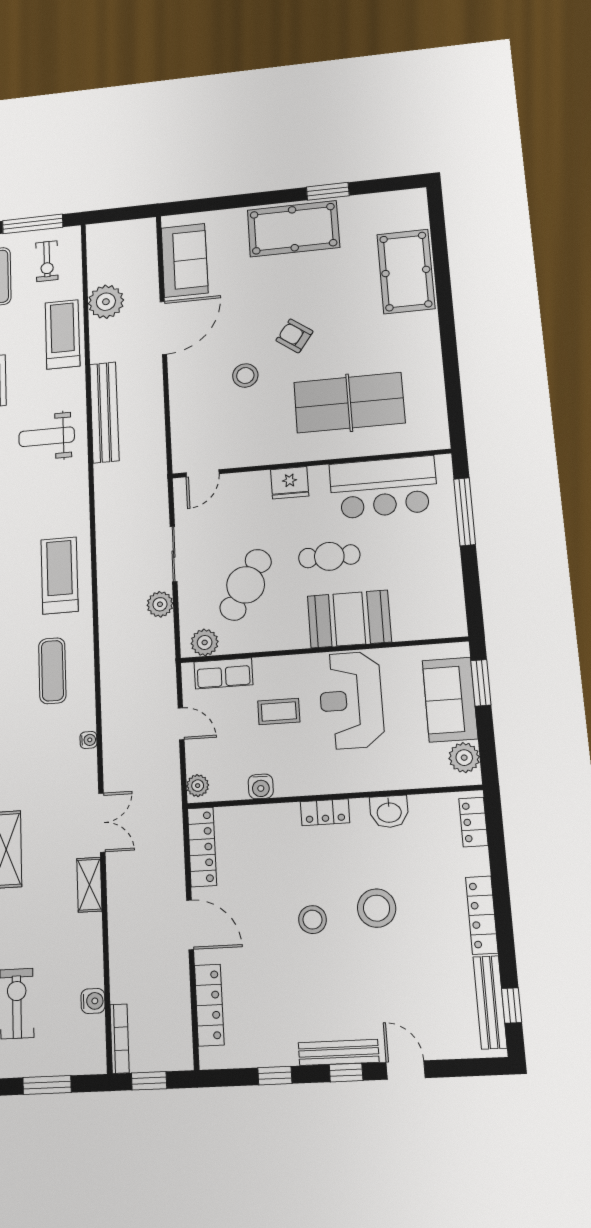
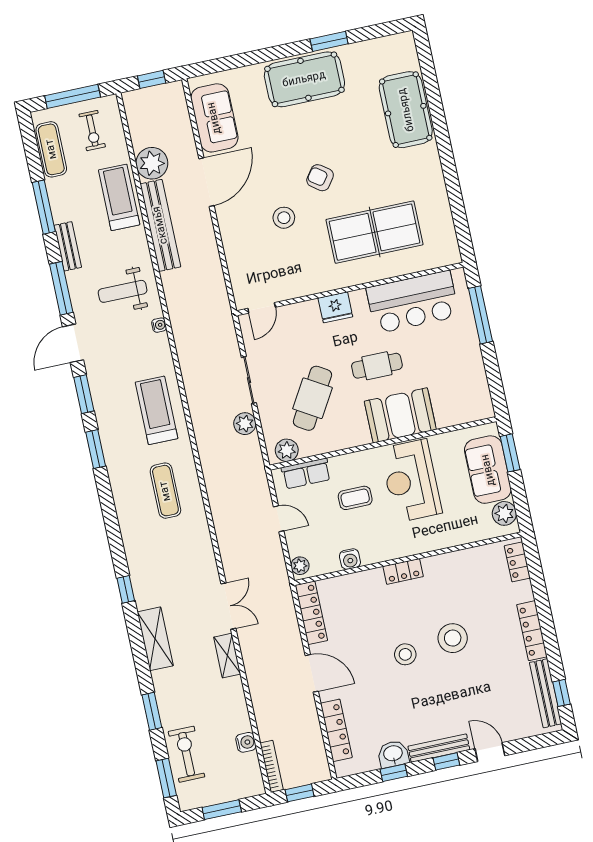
window: (122, 214) -> (152, 79), added
bench: (104, 412) -> (160, 225), moved
water cooler: (88, 740) -> (159, 325), moved
washbasin: (389, 812) -> (393, 754), moved, turned 180

